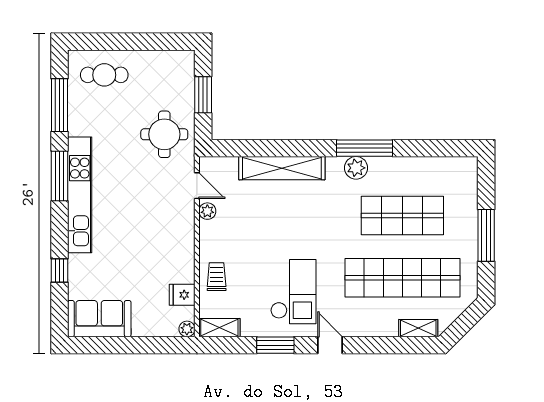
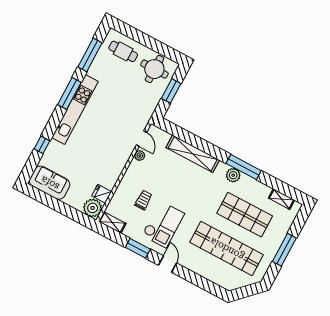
round table: (164, 134) -> (154, 69), moved
trolley: (217, 277) -> (143, 200), moved
shelving: (418, 328) -> (281, 199), moved
plant: (187, 329) -> (93, 208), width x1.88, depth x1.88

